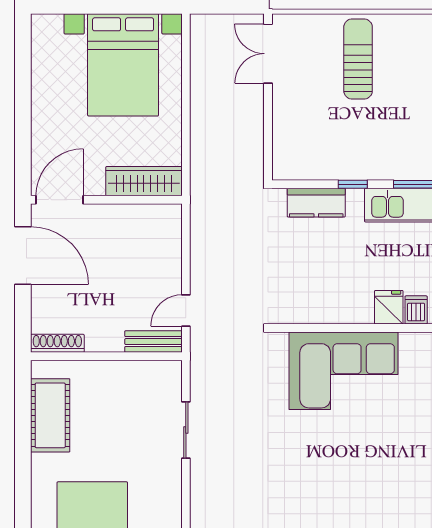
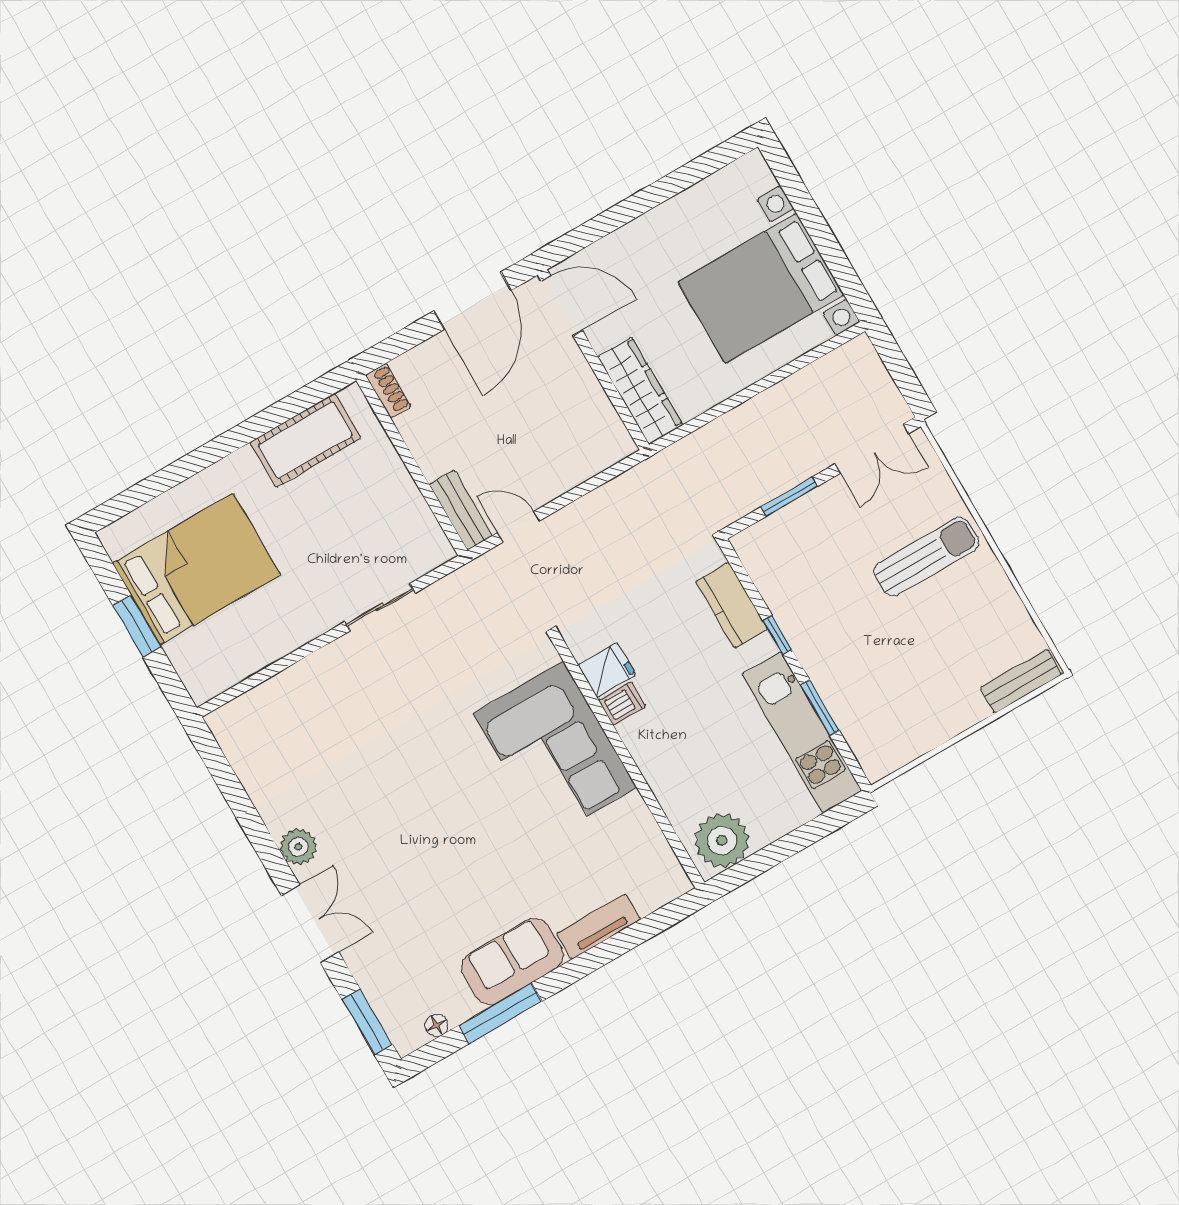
double door: (268, 54) -> (872, 449), swing flipped
window: (268, 125) -> (789, 497), added
fridge: (389, 307) -> (607, 670), moved
dishwasher: (416, 310) -> (622, 703), moved
shoe rack: (57, 343) -> (388, 391), width x0.70

